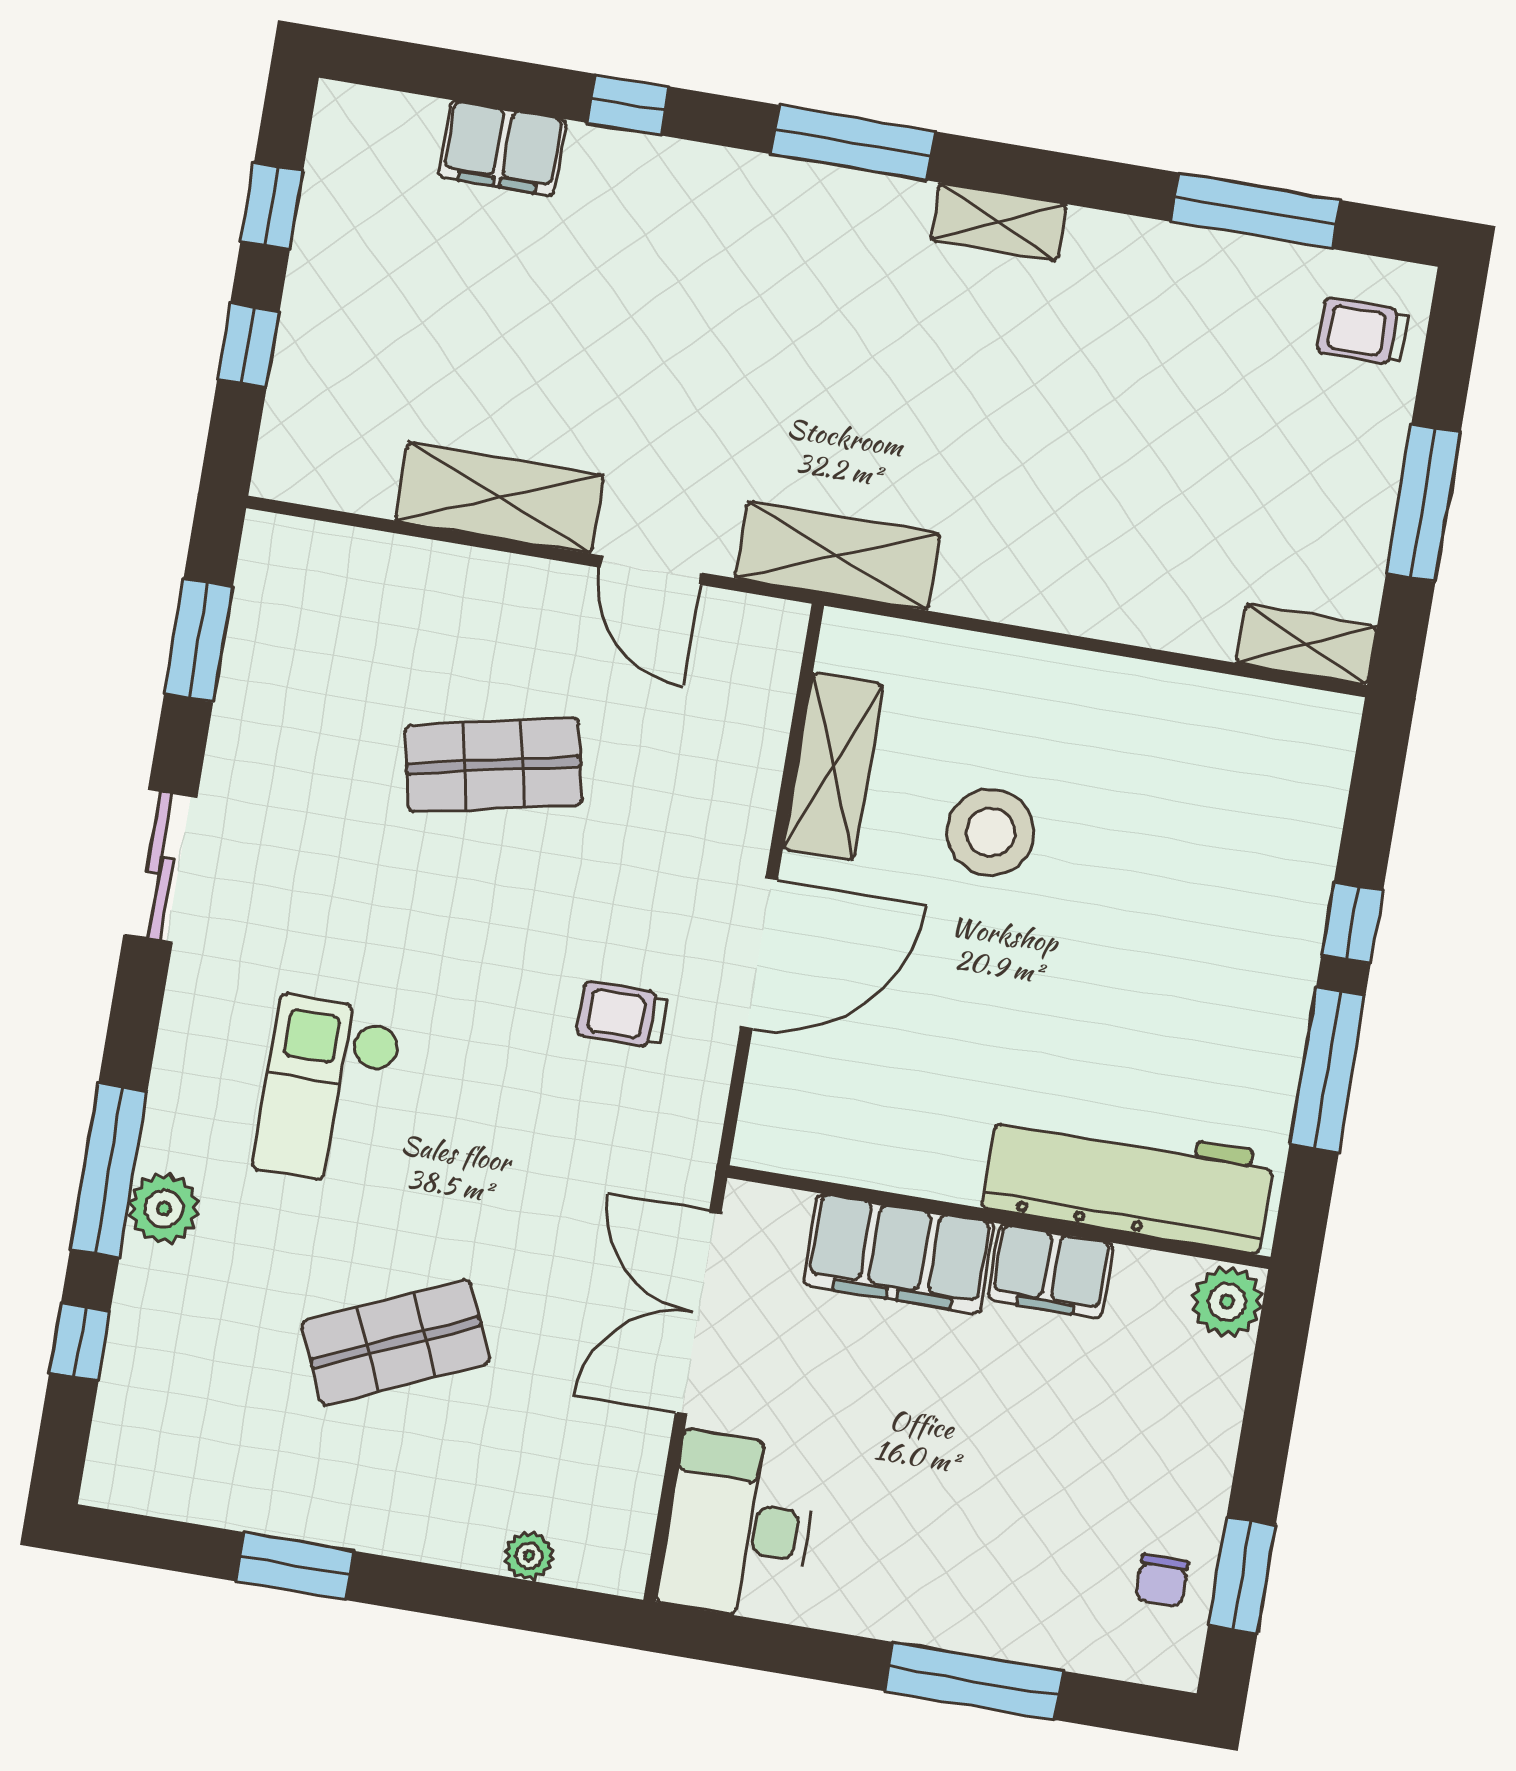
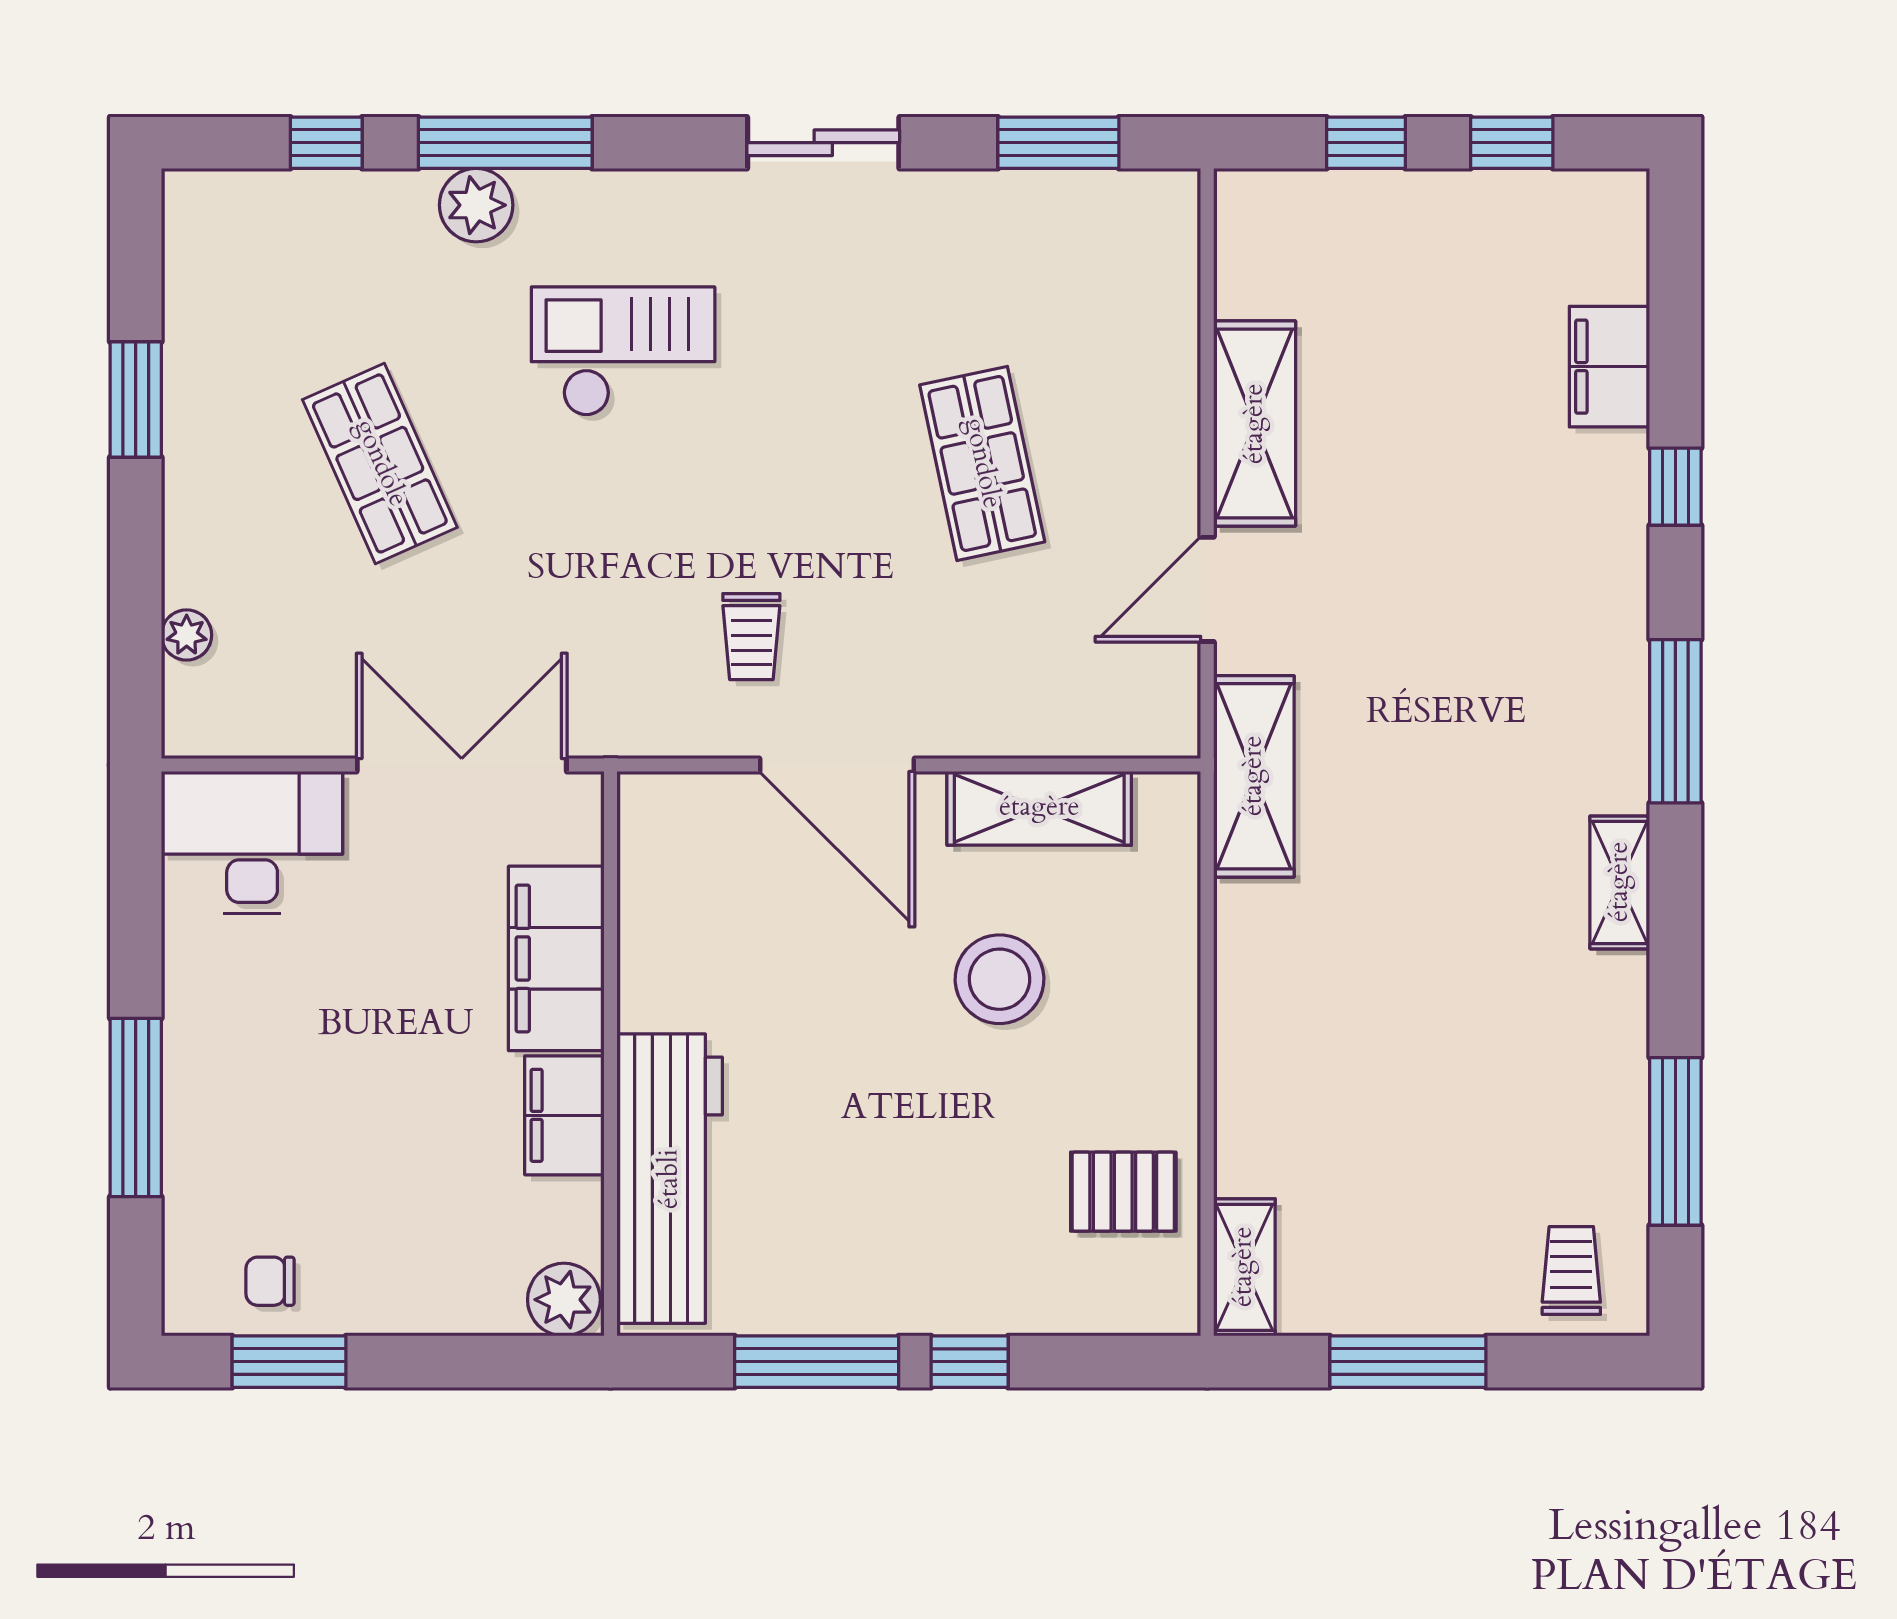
pallet: (1214, 748) -> (1123, 1192), added
trolley: (622, 1015) -> (751, 637), turned 180

